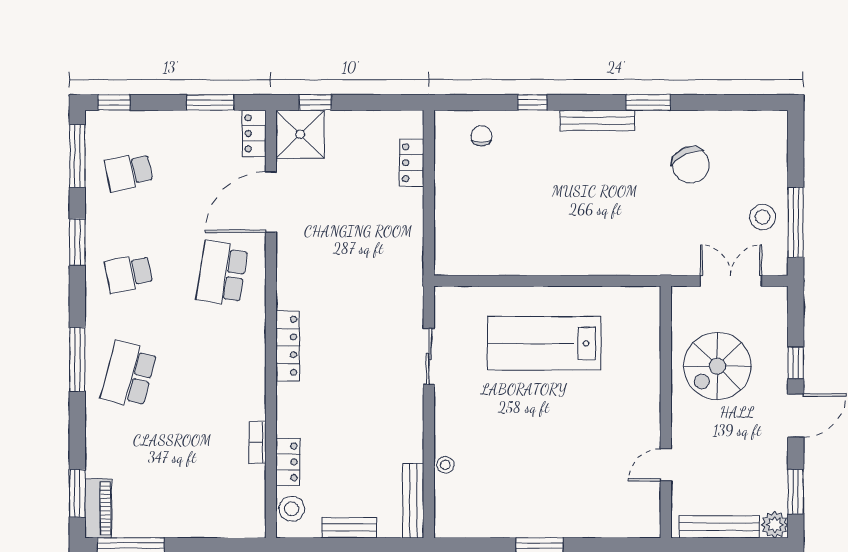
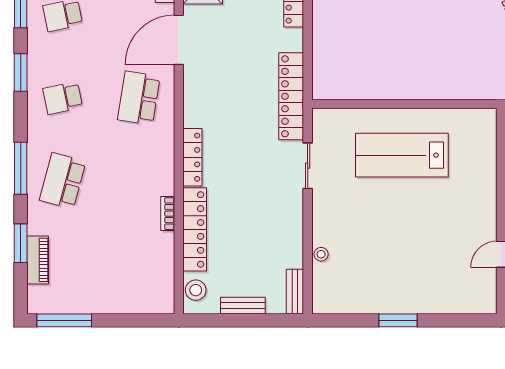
locker: (409, 271) -> (291, 96), added
bookcase: (257, 442) -> (168, 214), moved
locker: (288, 462) -> (195, 229), width x2.16, depth x1.21
window: (77, 493) -> (21, 243), moved
bench: (413, 501) -> (295, 292), width x0.73
piano: (98, 508) -> (38, 260), moved

